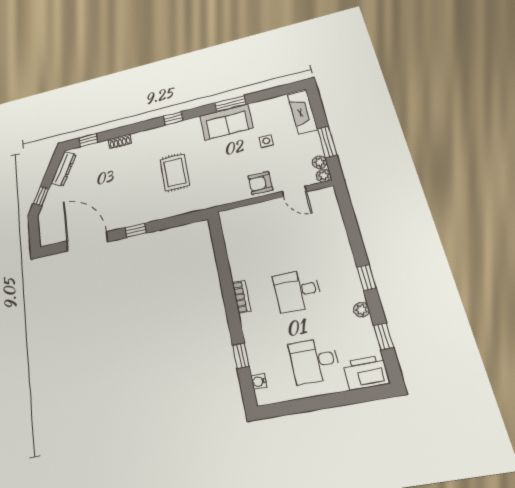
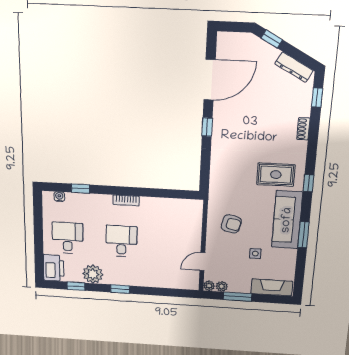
sofa: (227, 122) -> (287, 220), width x1.36
rug: (175, 172) -> (276, 175), moved
armchair: (260, 183) -> (231, 224), moved, turned 103
plant: (361, 310) -> (93, 274), width x1.88, depth x1.88

